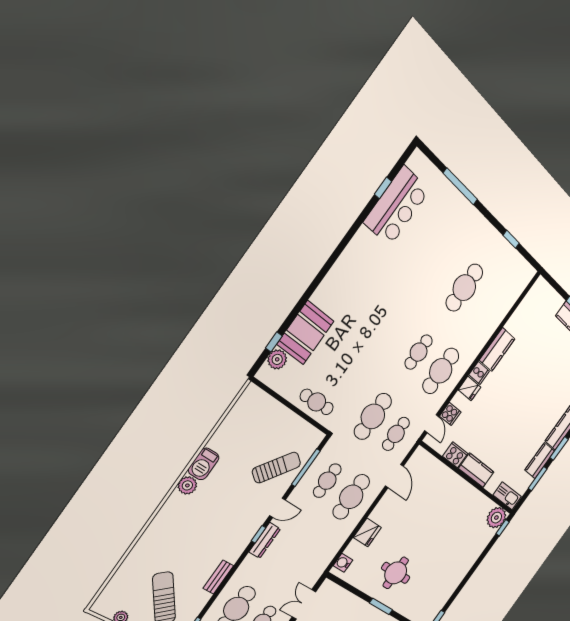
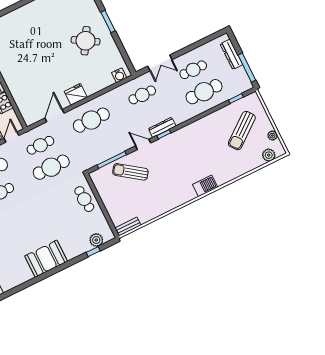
booth: (305, 333) -> (46, 259), moved
barbecue: (204, 464) -> (205, 186), moved
cafe table: (327, 481) -> (142, 95), moved
plant: (187, 485) -> (269, 155), moved
fridge: (367, 533) -> (76, 94), moved
round table: (396, 573) -> (86, 41), turned 31
bench: (218, 577) -> (128, 227), moved

